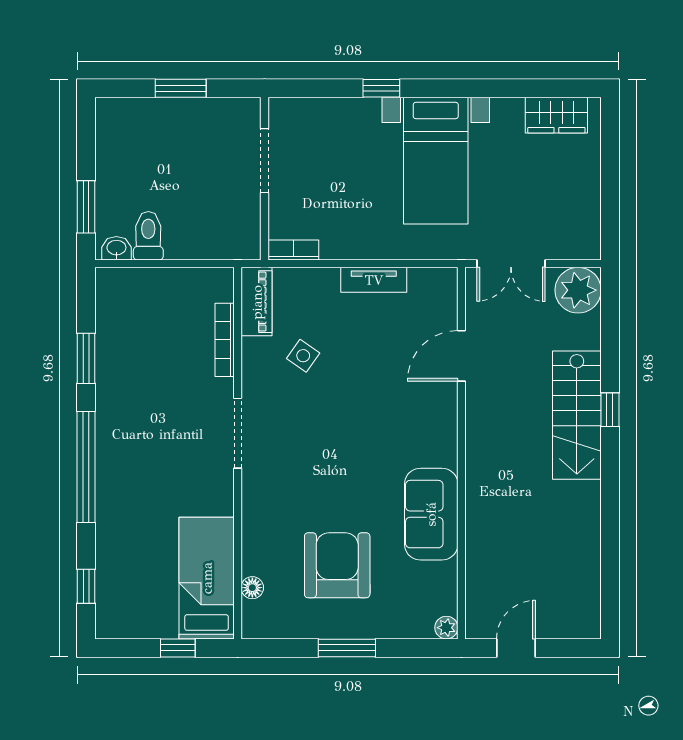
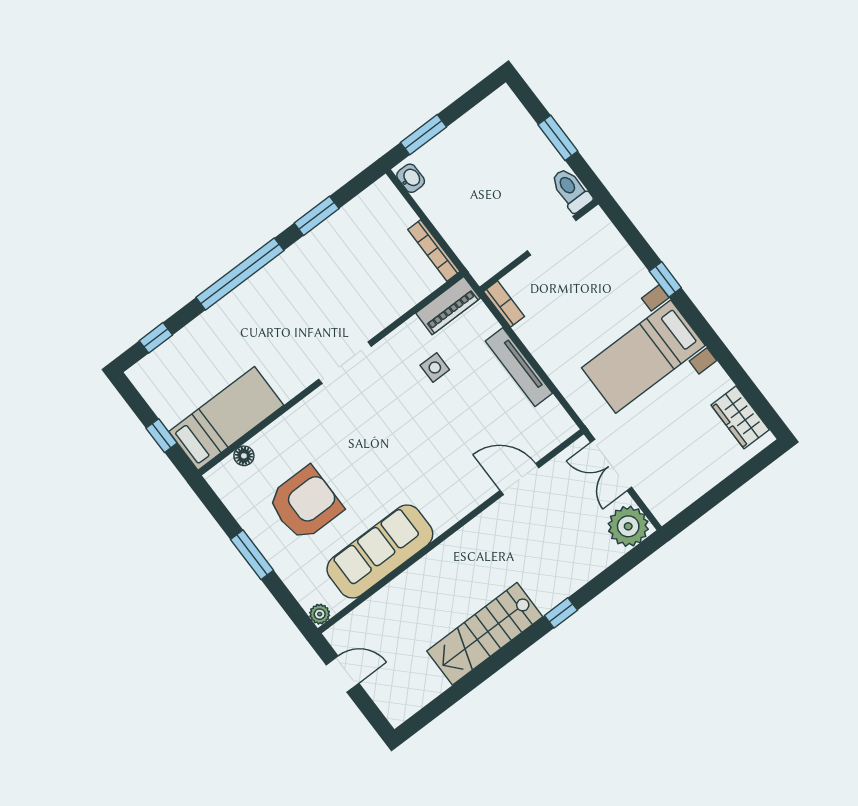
toilet: (148, 236) -> (571, 190), moved, turned -90
tv unit: (374, 280) -> (519, 367), width x1.41
bookcase: (225, 340) -> (434, 250), moved, turned -90
side table: (303, 356) -> (435, 367), turned -35
stairs: (577, 415) -> (485, 634), moved
sofa: (431, 514) -> (380, 551), width x1.36

